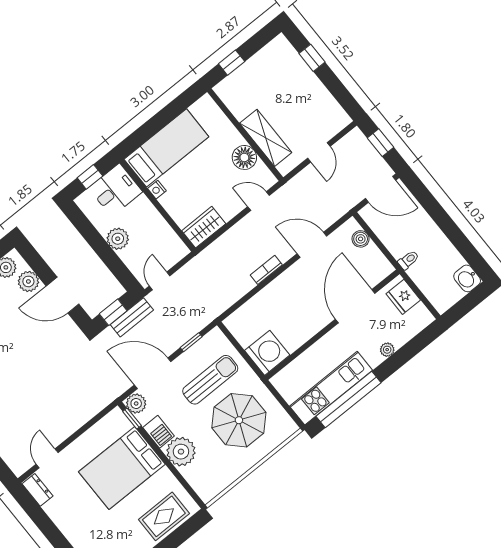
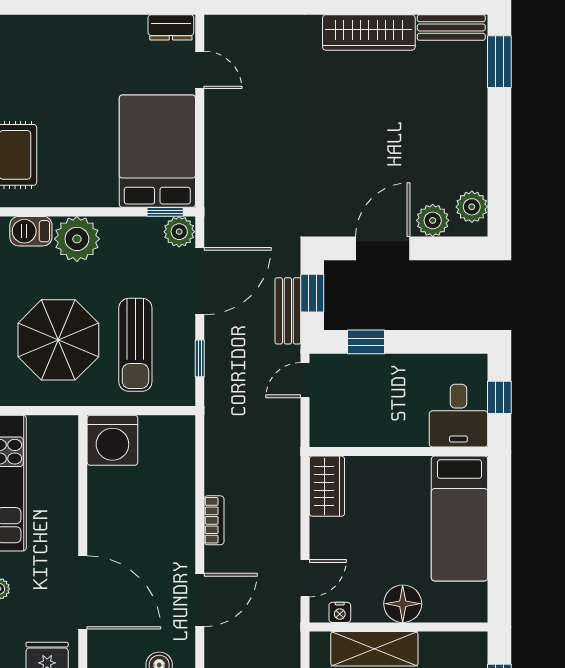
floor lamp: (244, 157) -> (403, 604), moved
nightstand: (157, 190) -> (340, 612), moved, turned 180
plant: (118, 239) -> (397, 371), removed
window: (116, 266) -> (366, 342), added
door: (160, 281) -> (305, 380), swing flipped
barbecue: (159, 432) -> (31, 231), moved
bed: (122, 468) -> (157, 151), moved

